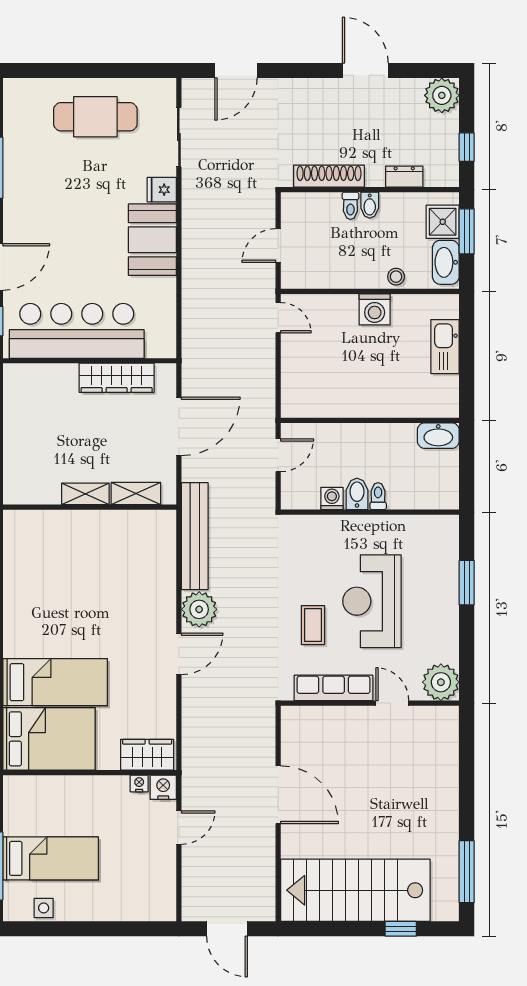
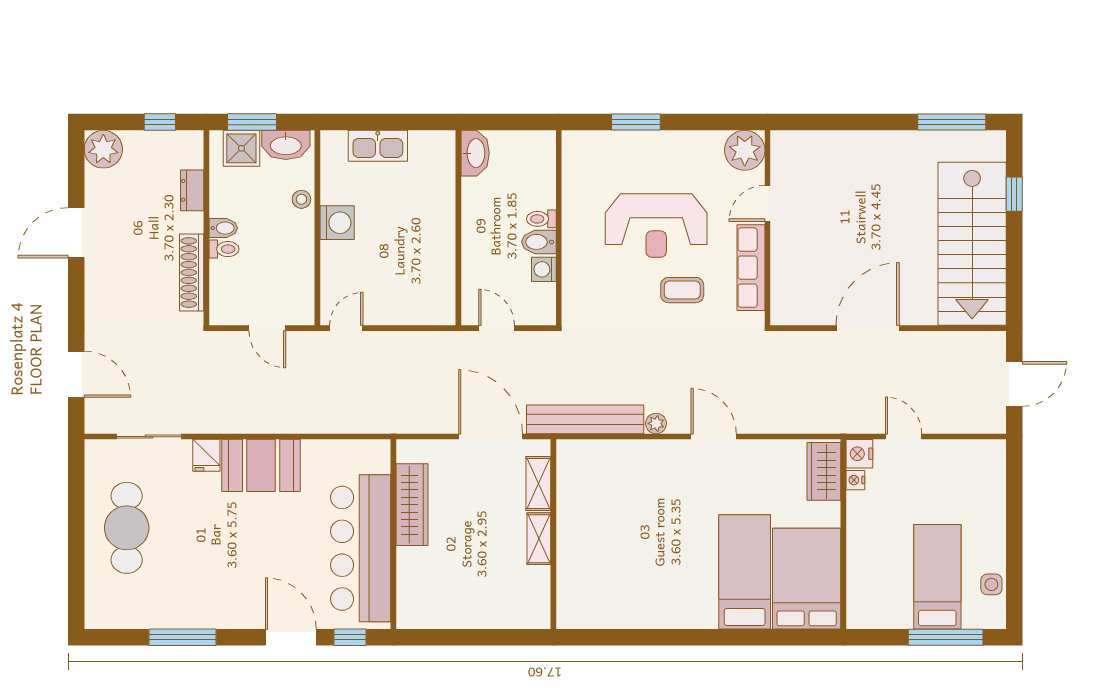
door: (179, 426) -> (491, 437), moved
plant: (199, 609) -> (656, 423), width x0.53, depth x0.53

